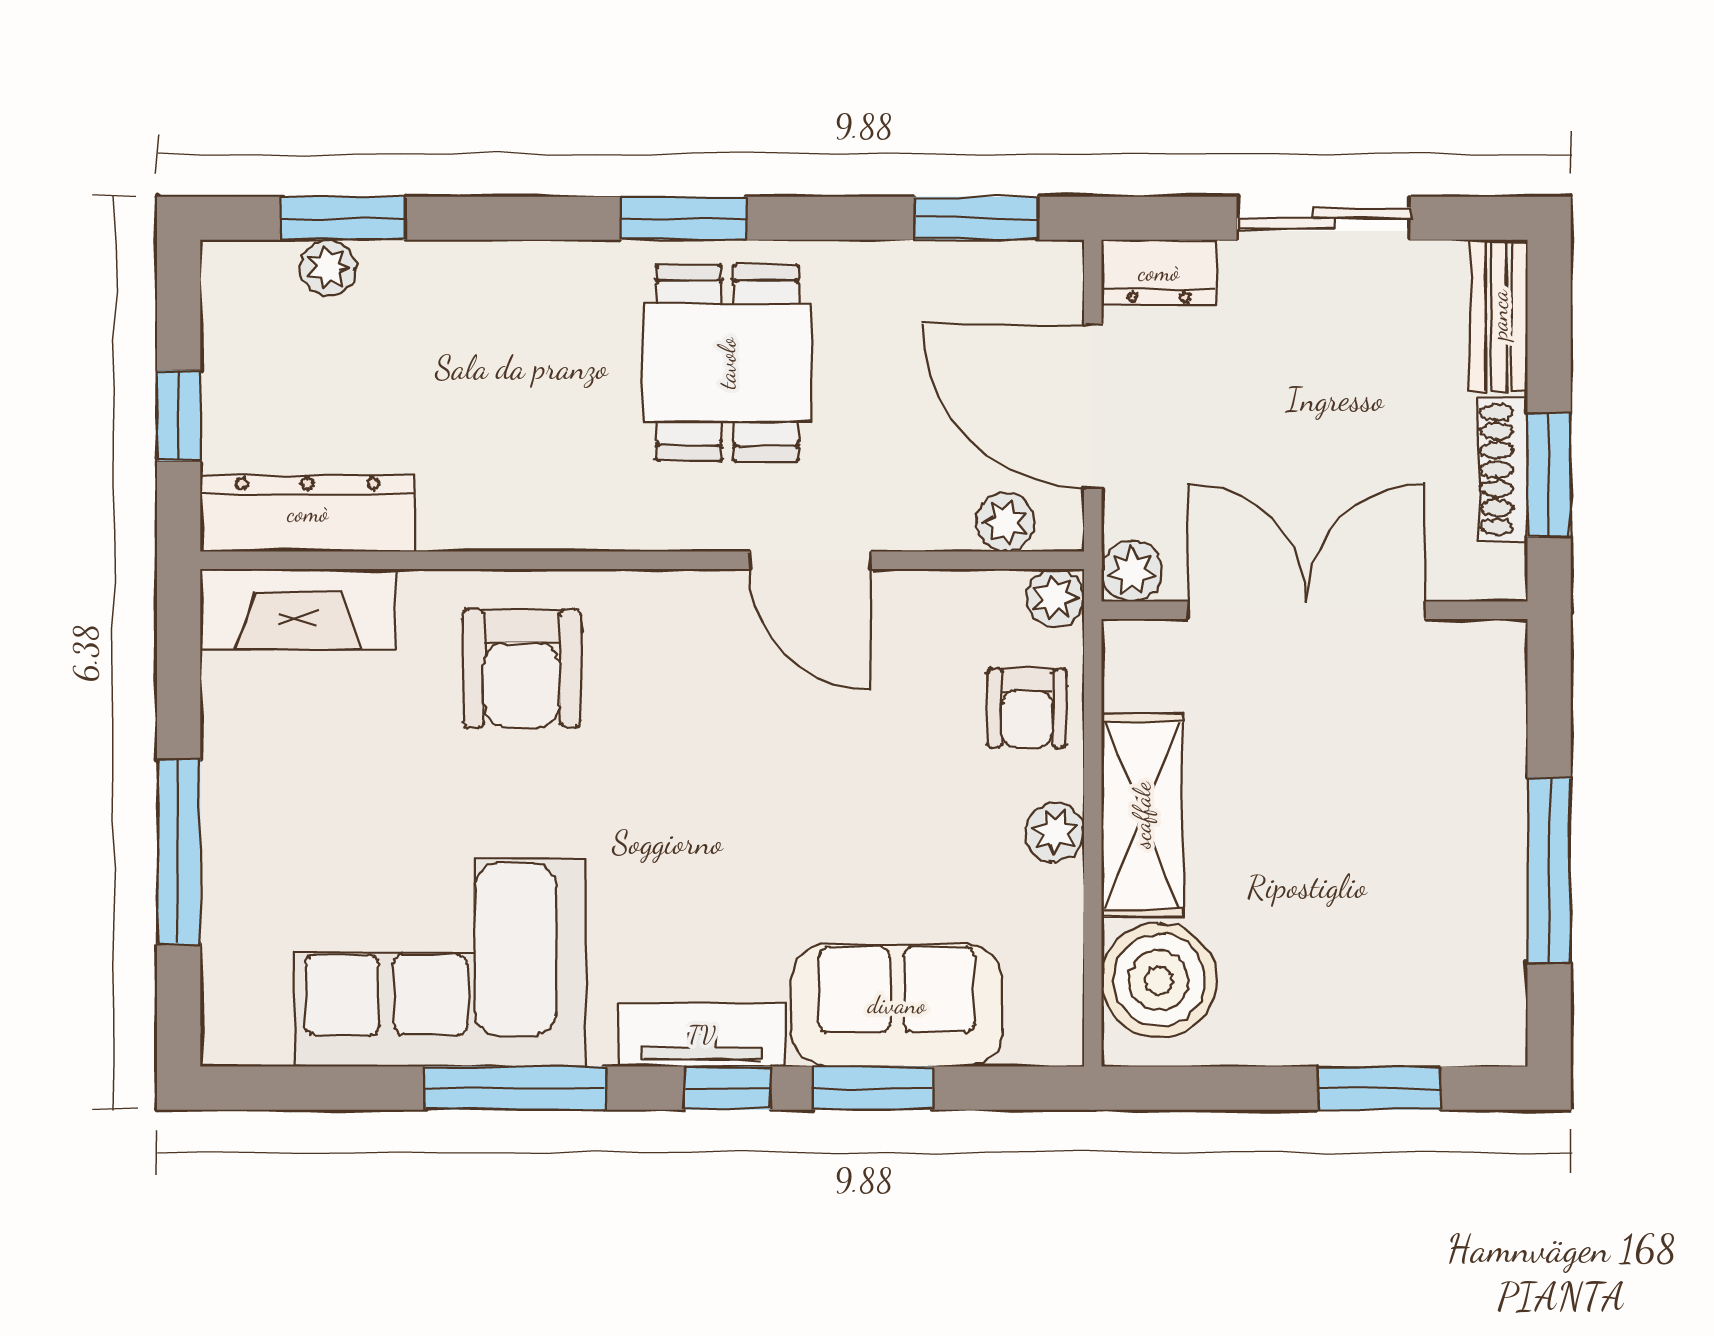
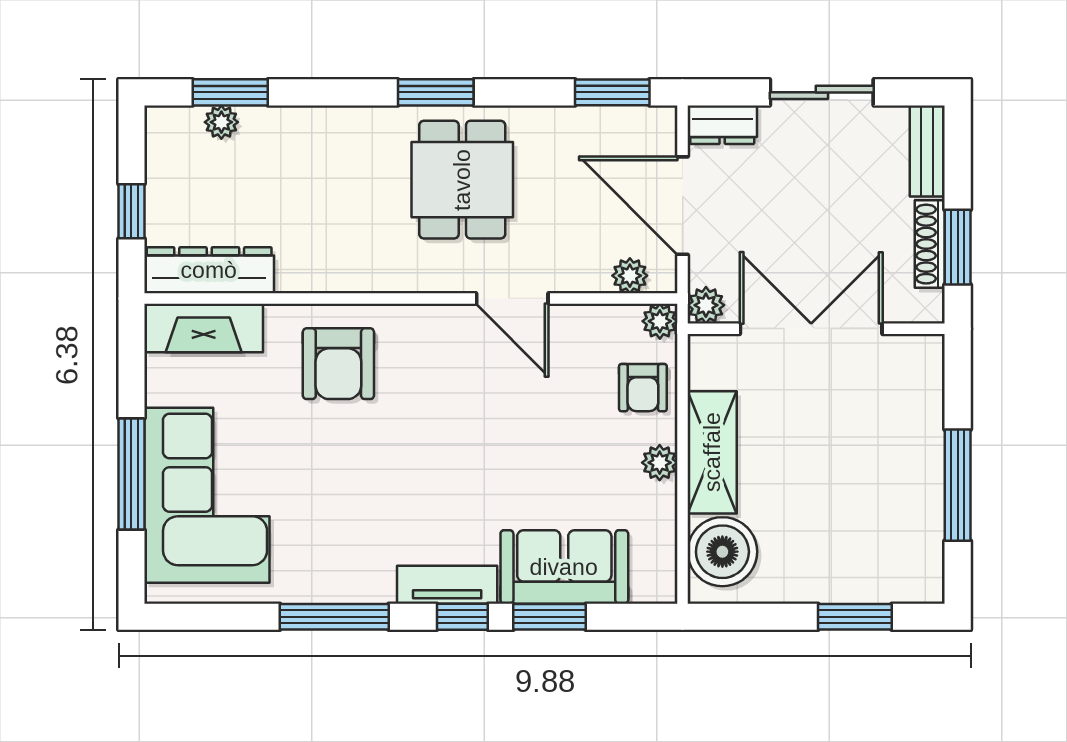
corner sofa: (440, 963) -> (207, 495), moved, turned 90

